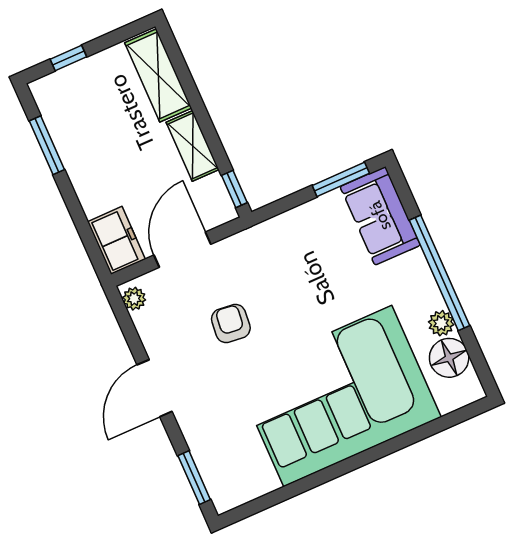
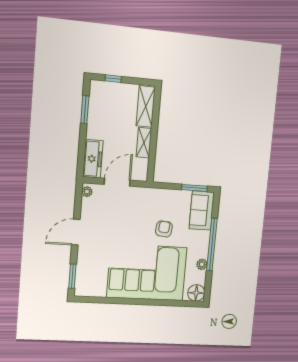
window: (234, 189) -> (151, 169), removed
freezer: (116, 240) -> (93, 159), width x1.40
armchair: (231, 324) -> (164, 229), moved
floor lamp: (449, 358) -> (196, 293), moved

